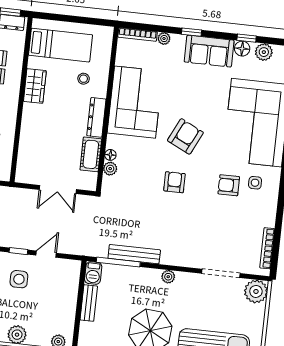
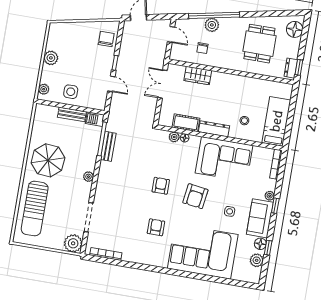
plant: (164, 39) -> (270, 196), moved
bed: (60, 45) -> (276, 121), moved, turned 180
wardrobe: (35, 86) -> (198, 76), moved
armchair: (185, 136) -> (195, 196), turned 72
armchair: (174, 182) -> (161, 186), turned -90
side table: (255, 183) -> (230, 211), moved
double door: (58, 189) -> (163, 84), moved
bench: (134, 254) -> (108, 146), width x0.73
side table: (19, 279) -> (71, 92), moved

